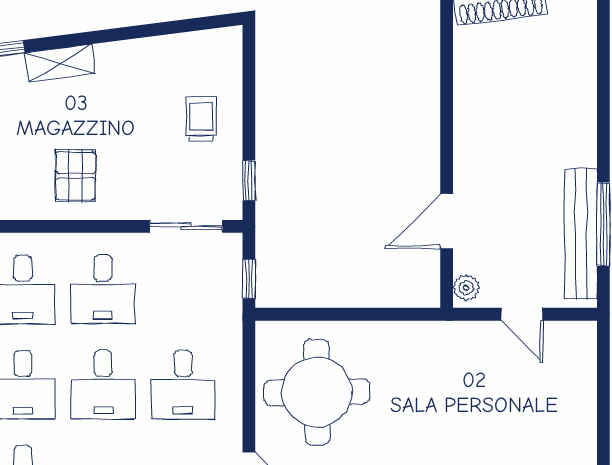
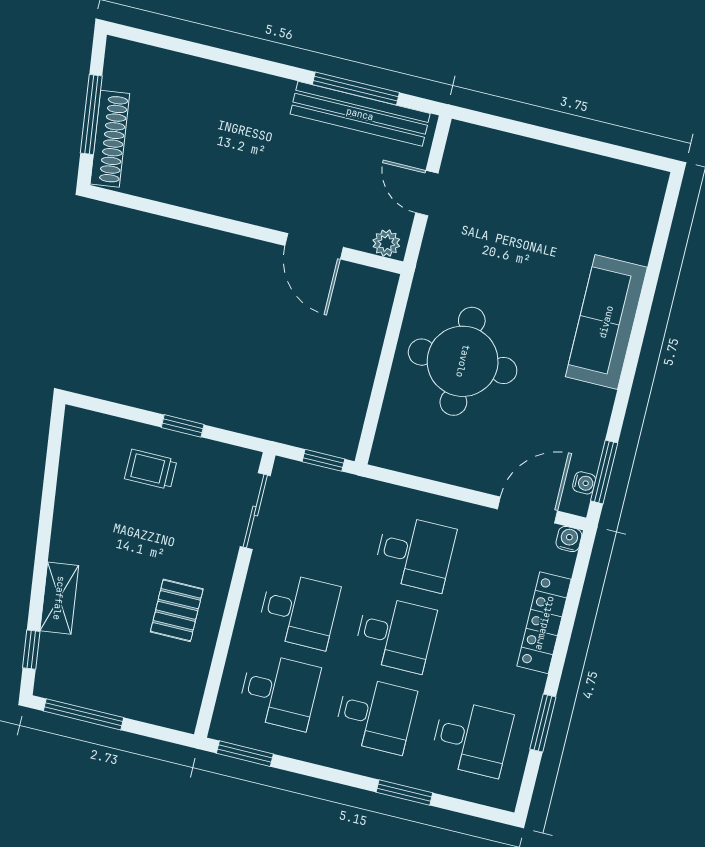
pallet: (75, 176) -> (177, 610), turned 90
window: (249, 181) -> (183, 426), moved
door: (522, 314) -> (427, 193), swing flipped
round table: (317, 392) -> (463, 361), moved

